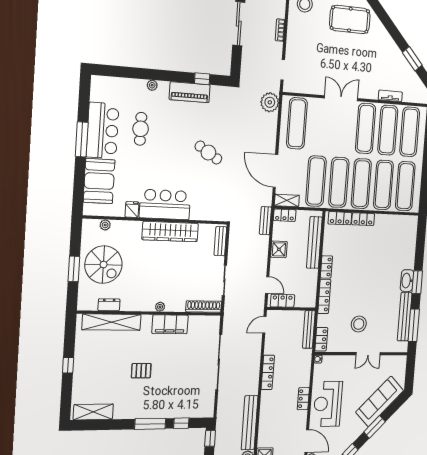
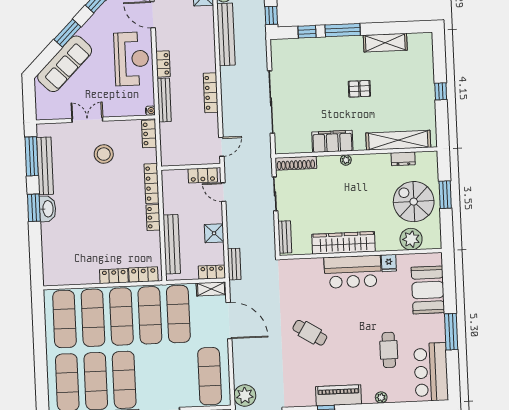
bar counter: (103, 130) -> (431, 372), moved
plant: (105, 225) -> (411, 239), width x1.88, depth x1.88
bench: (309, 329) -> (164, 100), moved
shelving: (93, 412) -> (385, 43), moved

